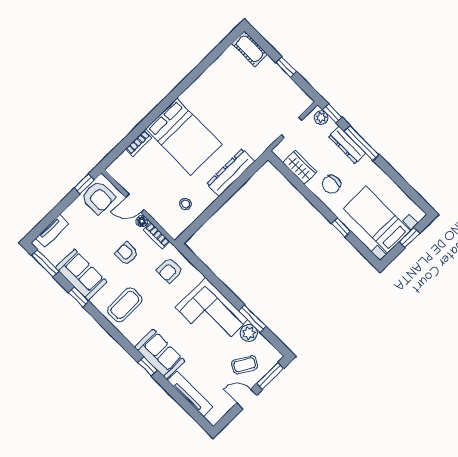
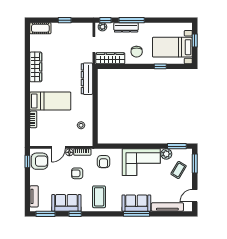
wardrobe: (201, 87) -> (36, 67), added
bed: (184, 137) -> (50, 101), width x0.67
wardrobe: (300, 167) -> (110, 58), width x1.50
dresser: (231, 172) -> (87, 79), moved
window: (252, 319) -> (177, 146), moved
window: (148, 366) -> (136, 214), width x2.17
door: (247, 399) -> (195, 196), moved

